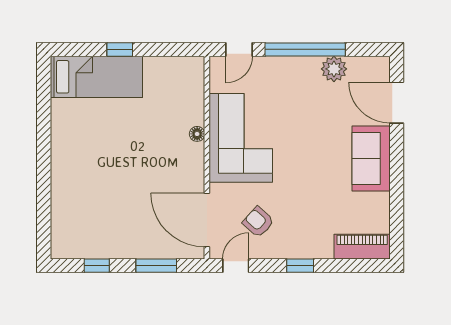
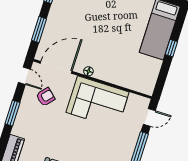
door: (239, 49) -> (149, 117), swing flipped
floor lamp: (197, 134) -> (88, 71), moved
window: (300, 266) -> (12, 113), width x1.50

